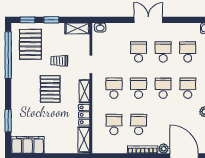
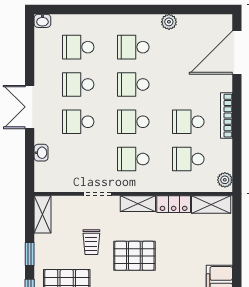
washbasin: (100, 27) -> (41, 153), moved
plant: (164, 149) -> (225, 180), moved

